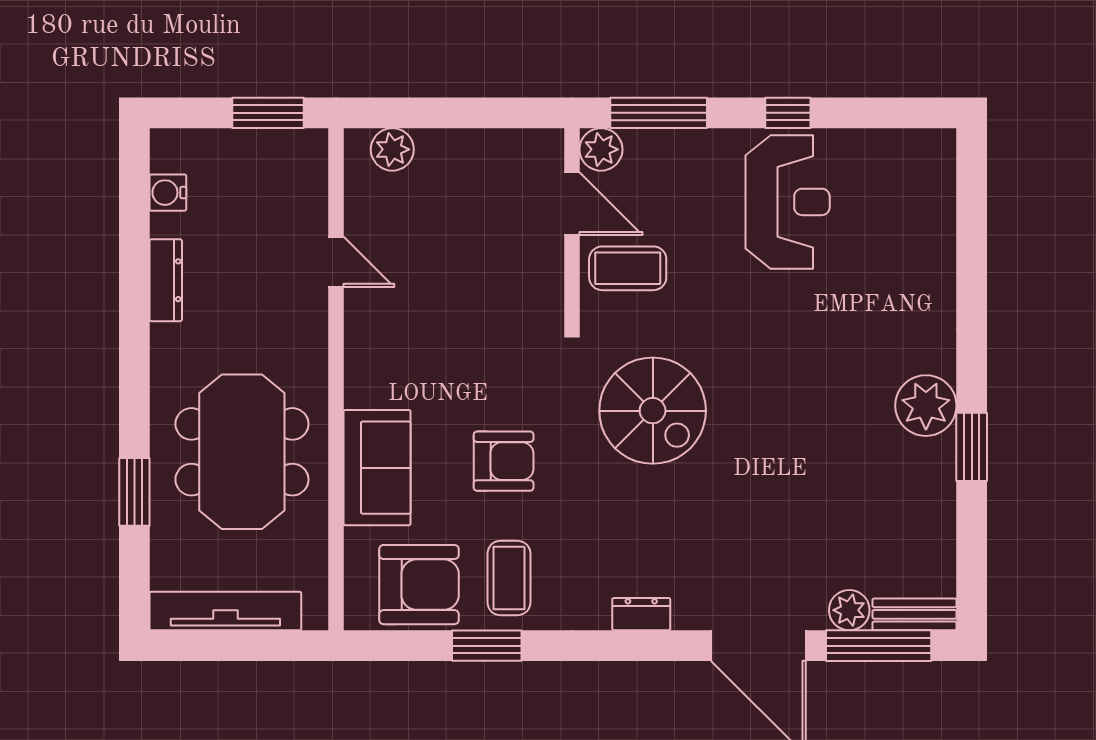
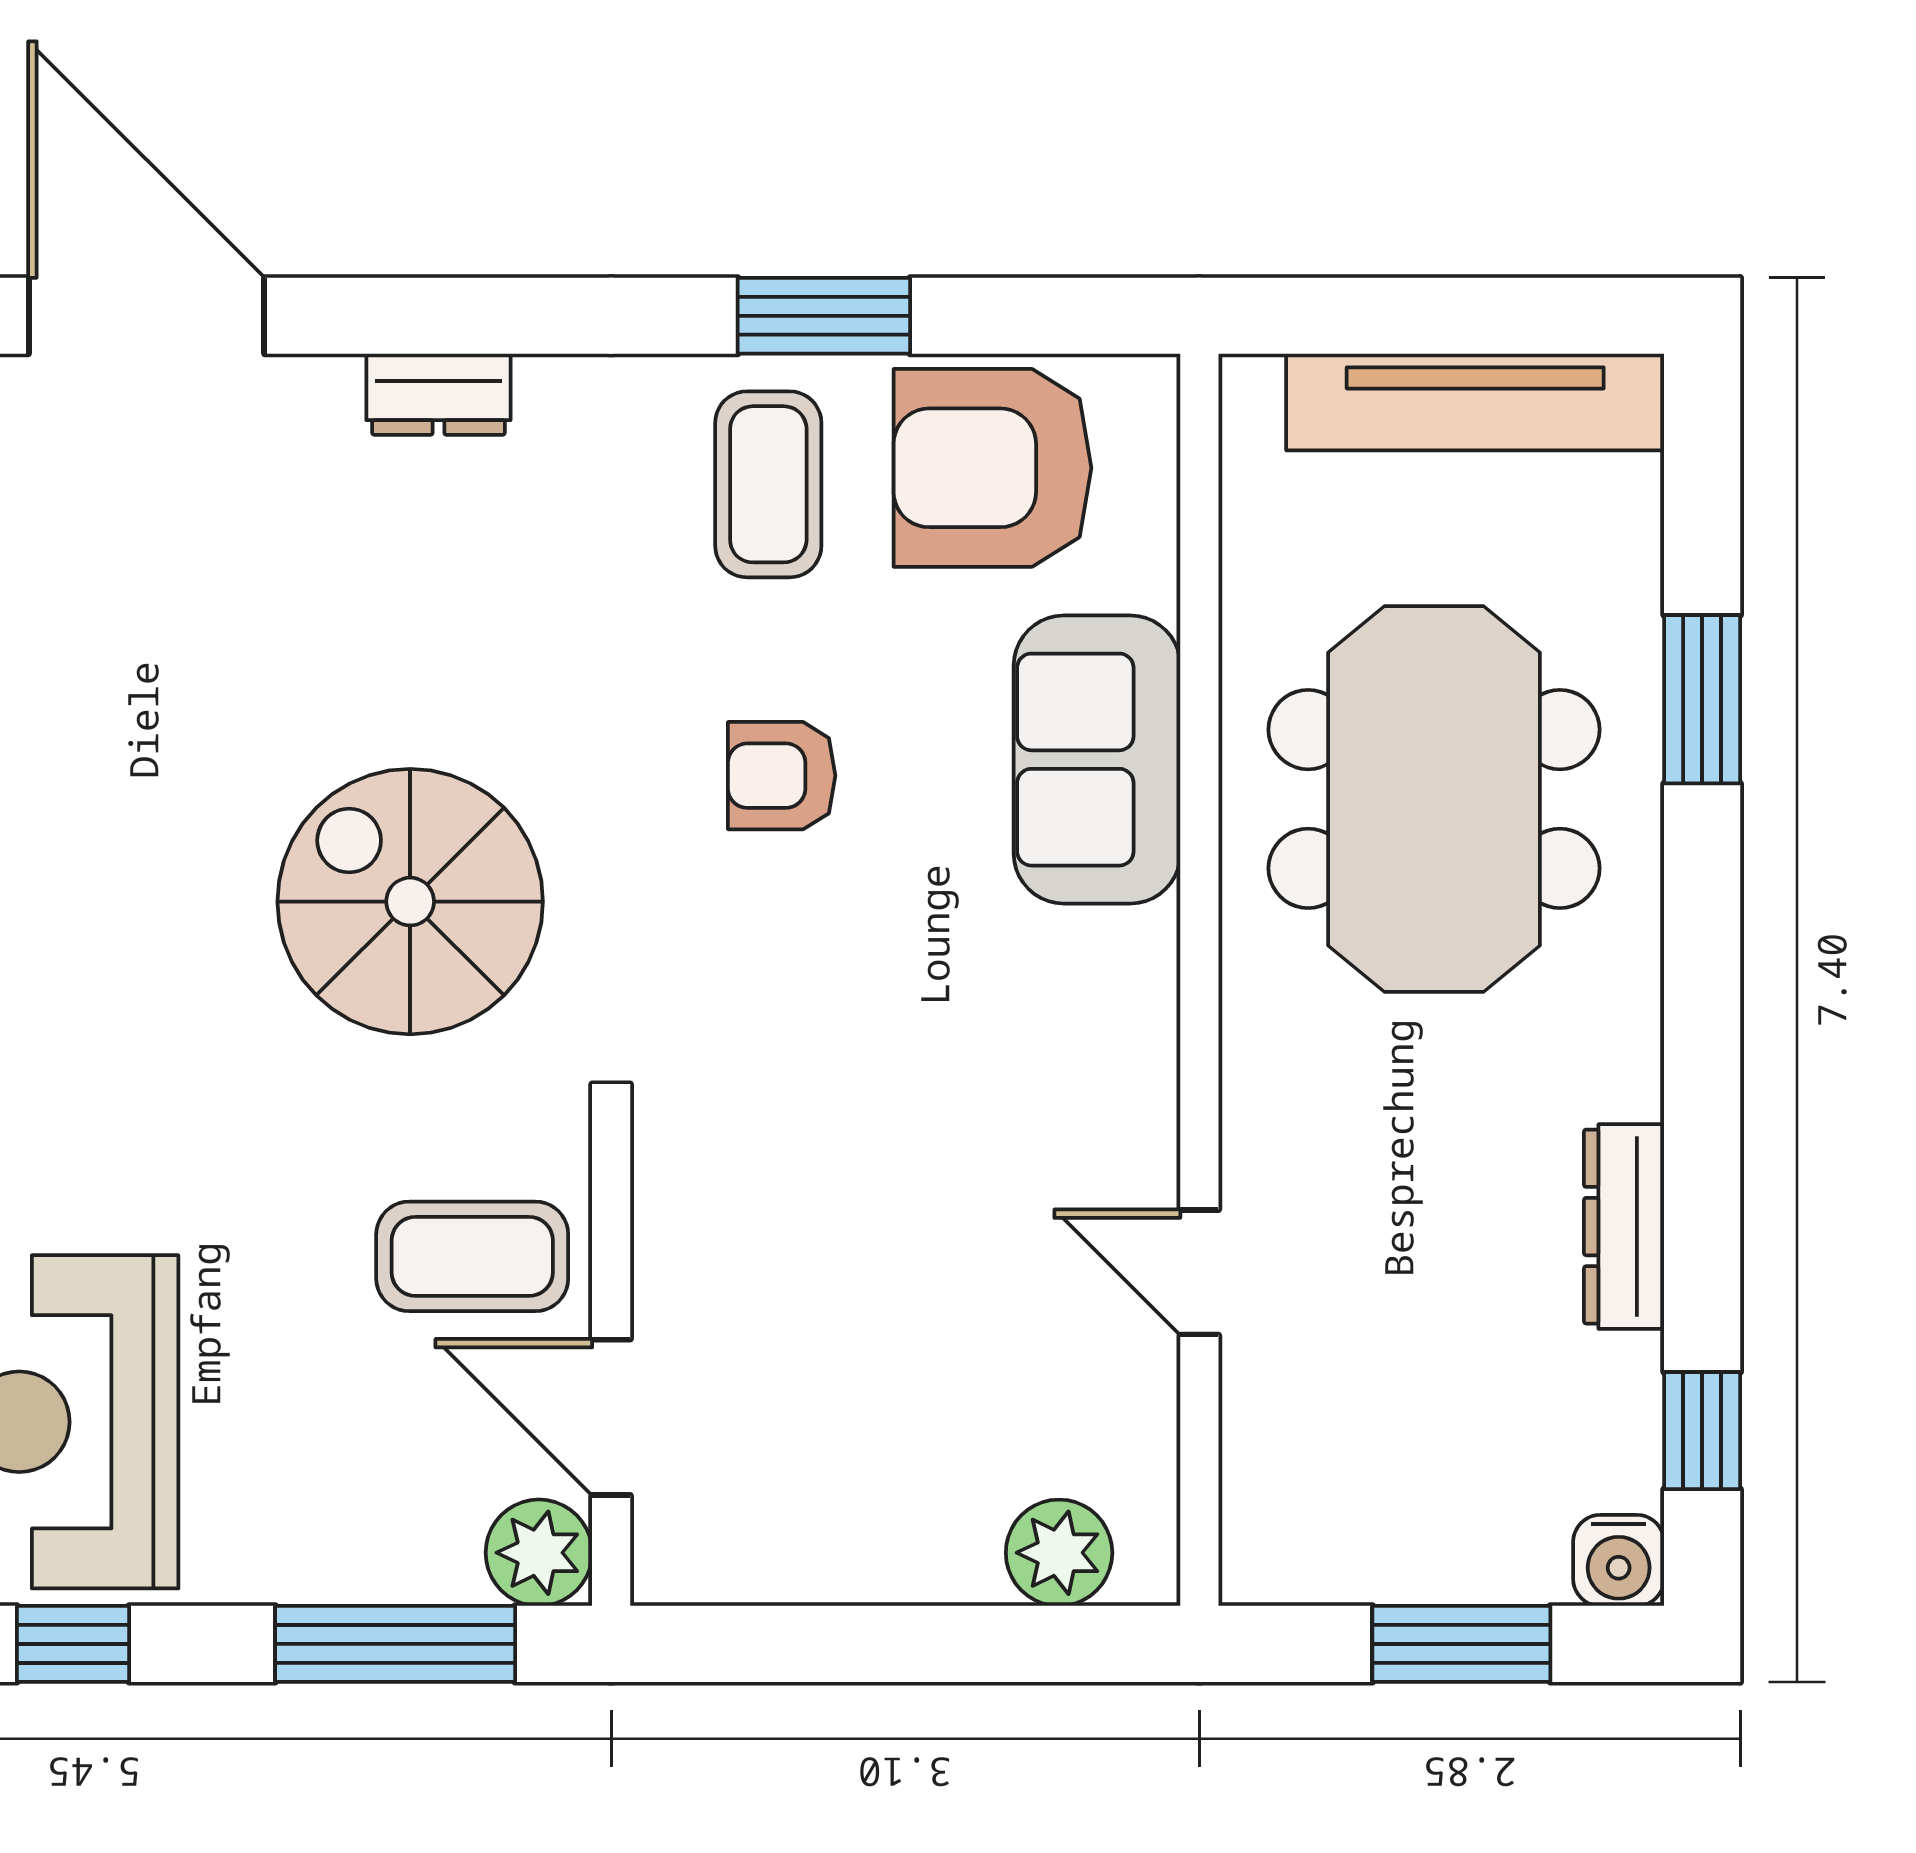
window: (268, 113) -> (1461, 1644), moved
water cooler: (168, 193) -> (1619, 1560), moved, turned 90
window: (134, 198) -> (1702, 1431), added
armchair: (504, 461) -> (782, 776), width x0.72, depth x0.72

